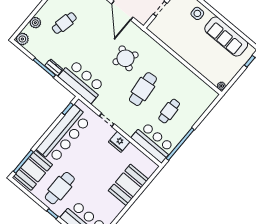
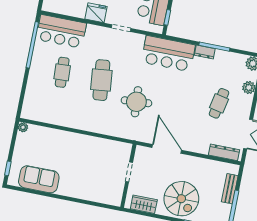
side table: (197, 13) -> (88, 188), removed
sofa: (226, 36) -> (39, 179), width x0.73
round table: (126, 58) -> (136, 102), turned -34

